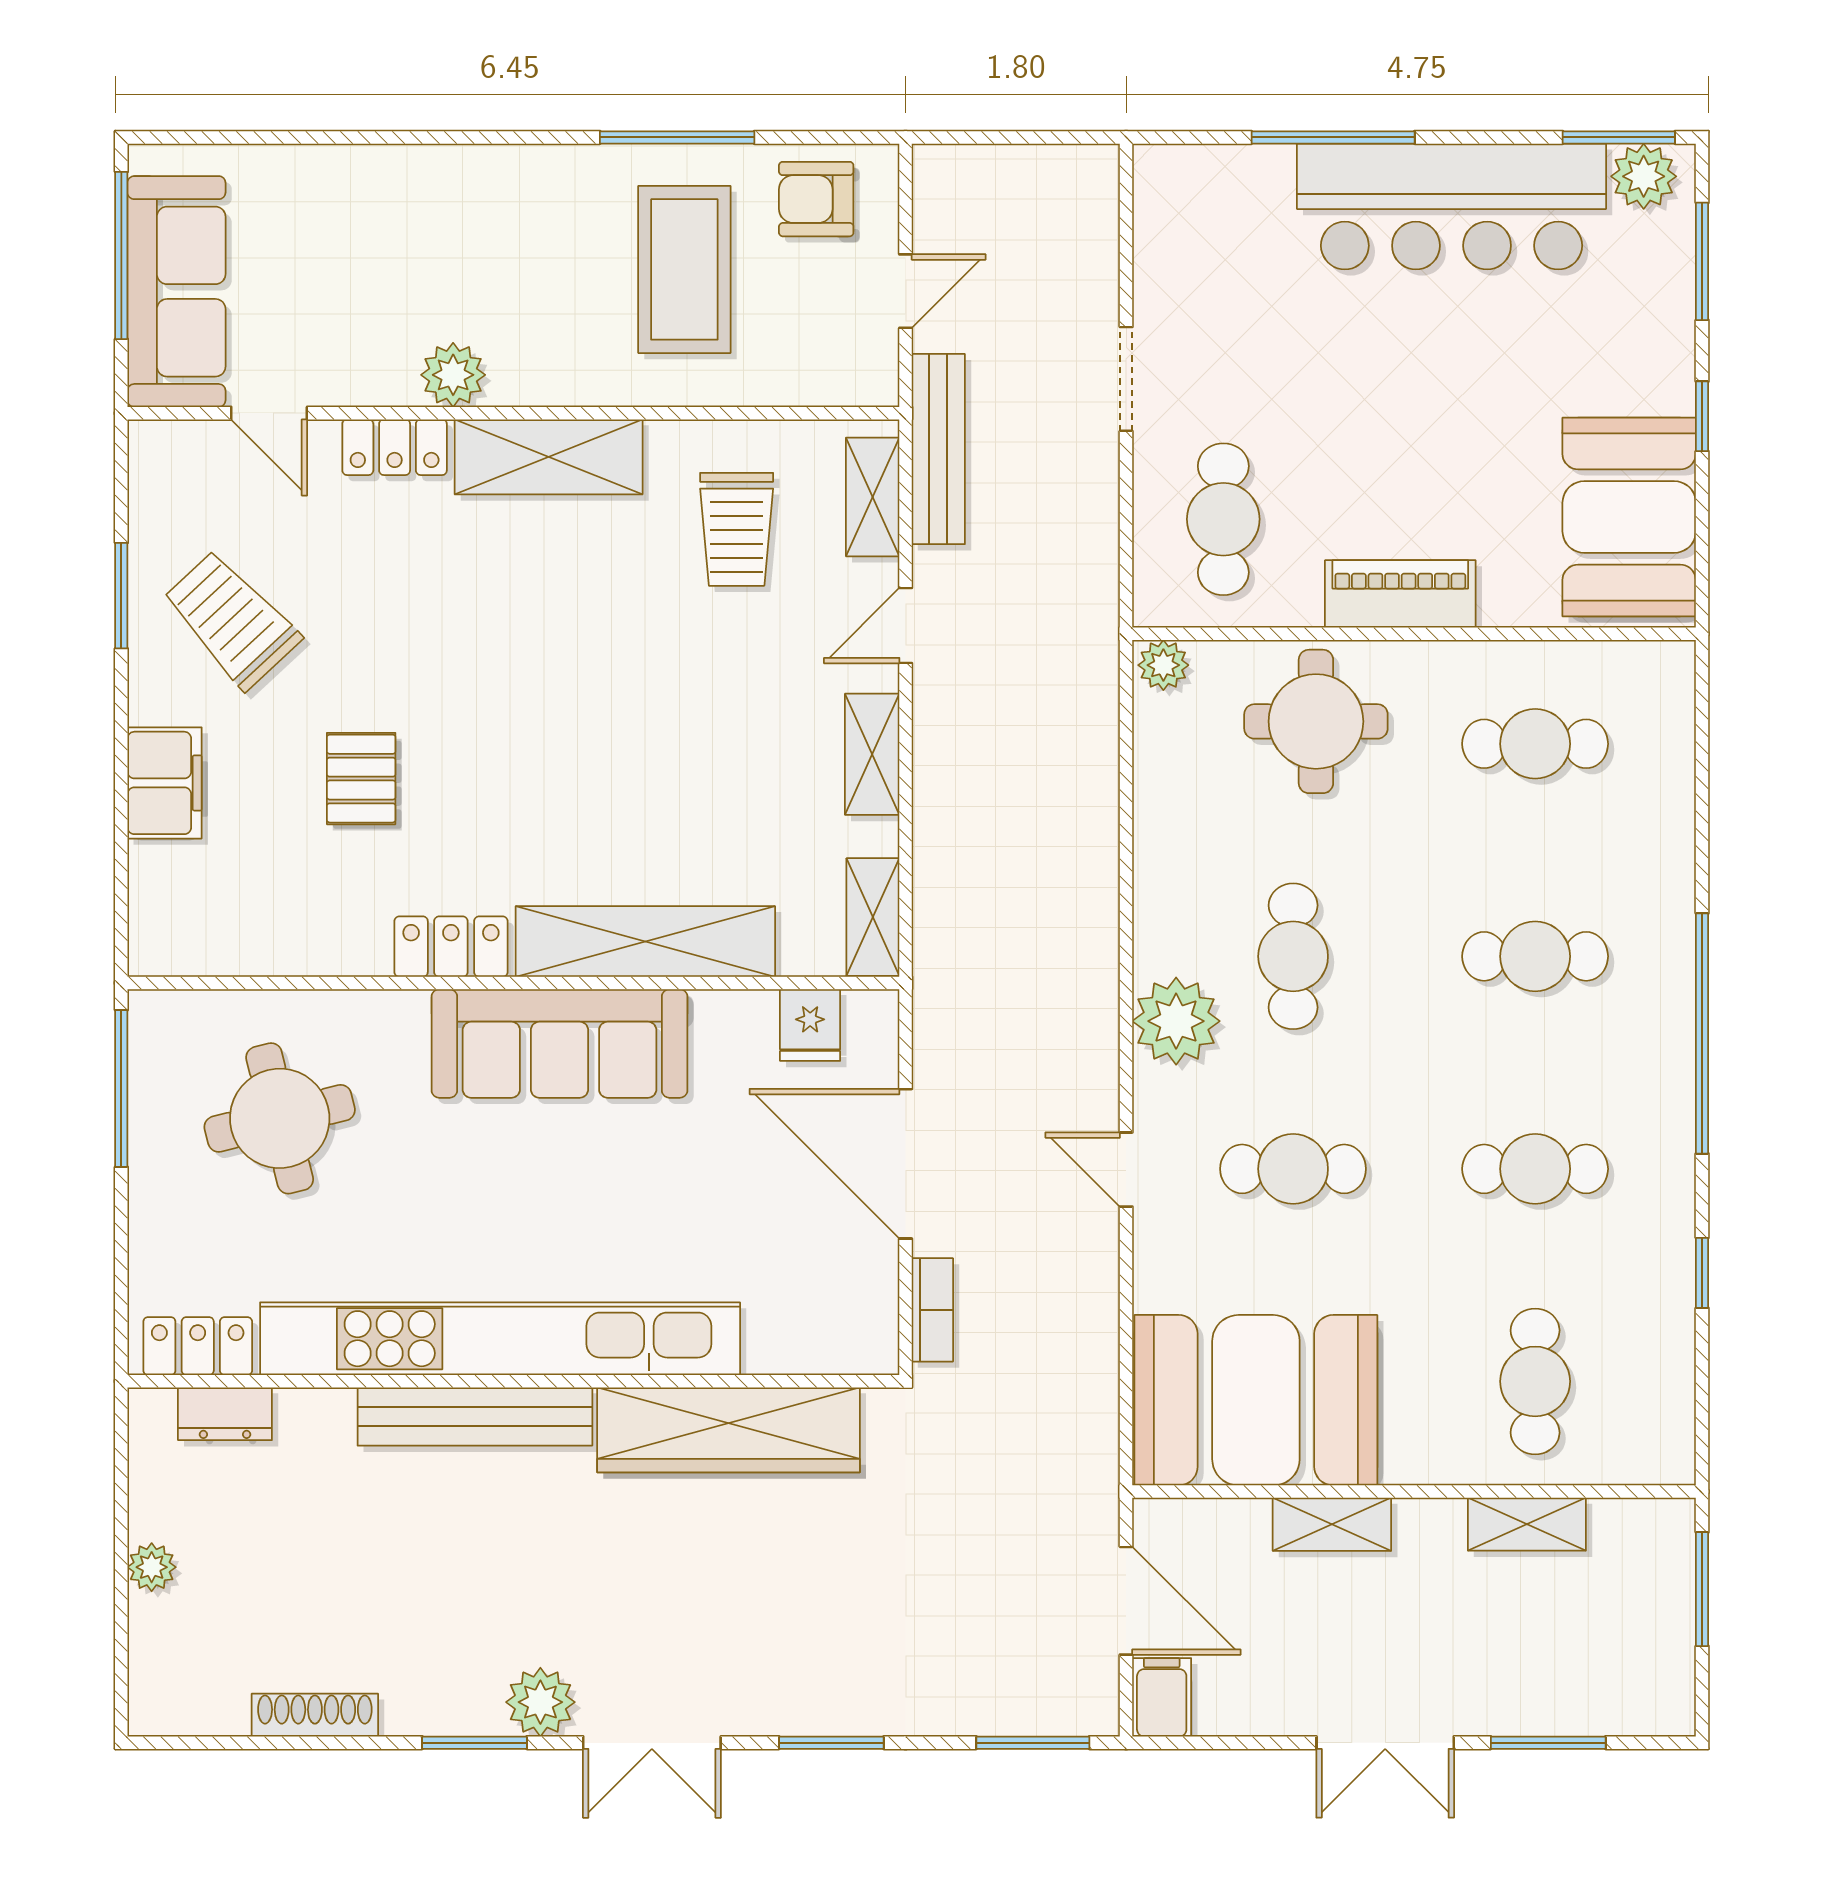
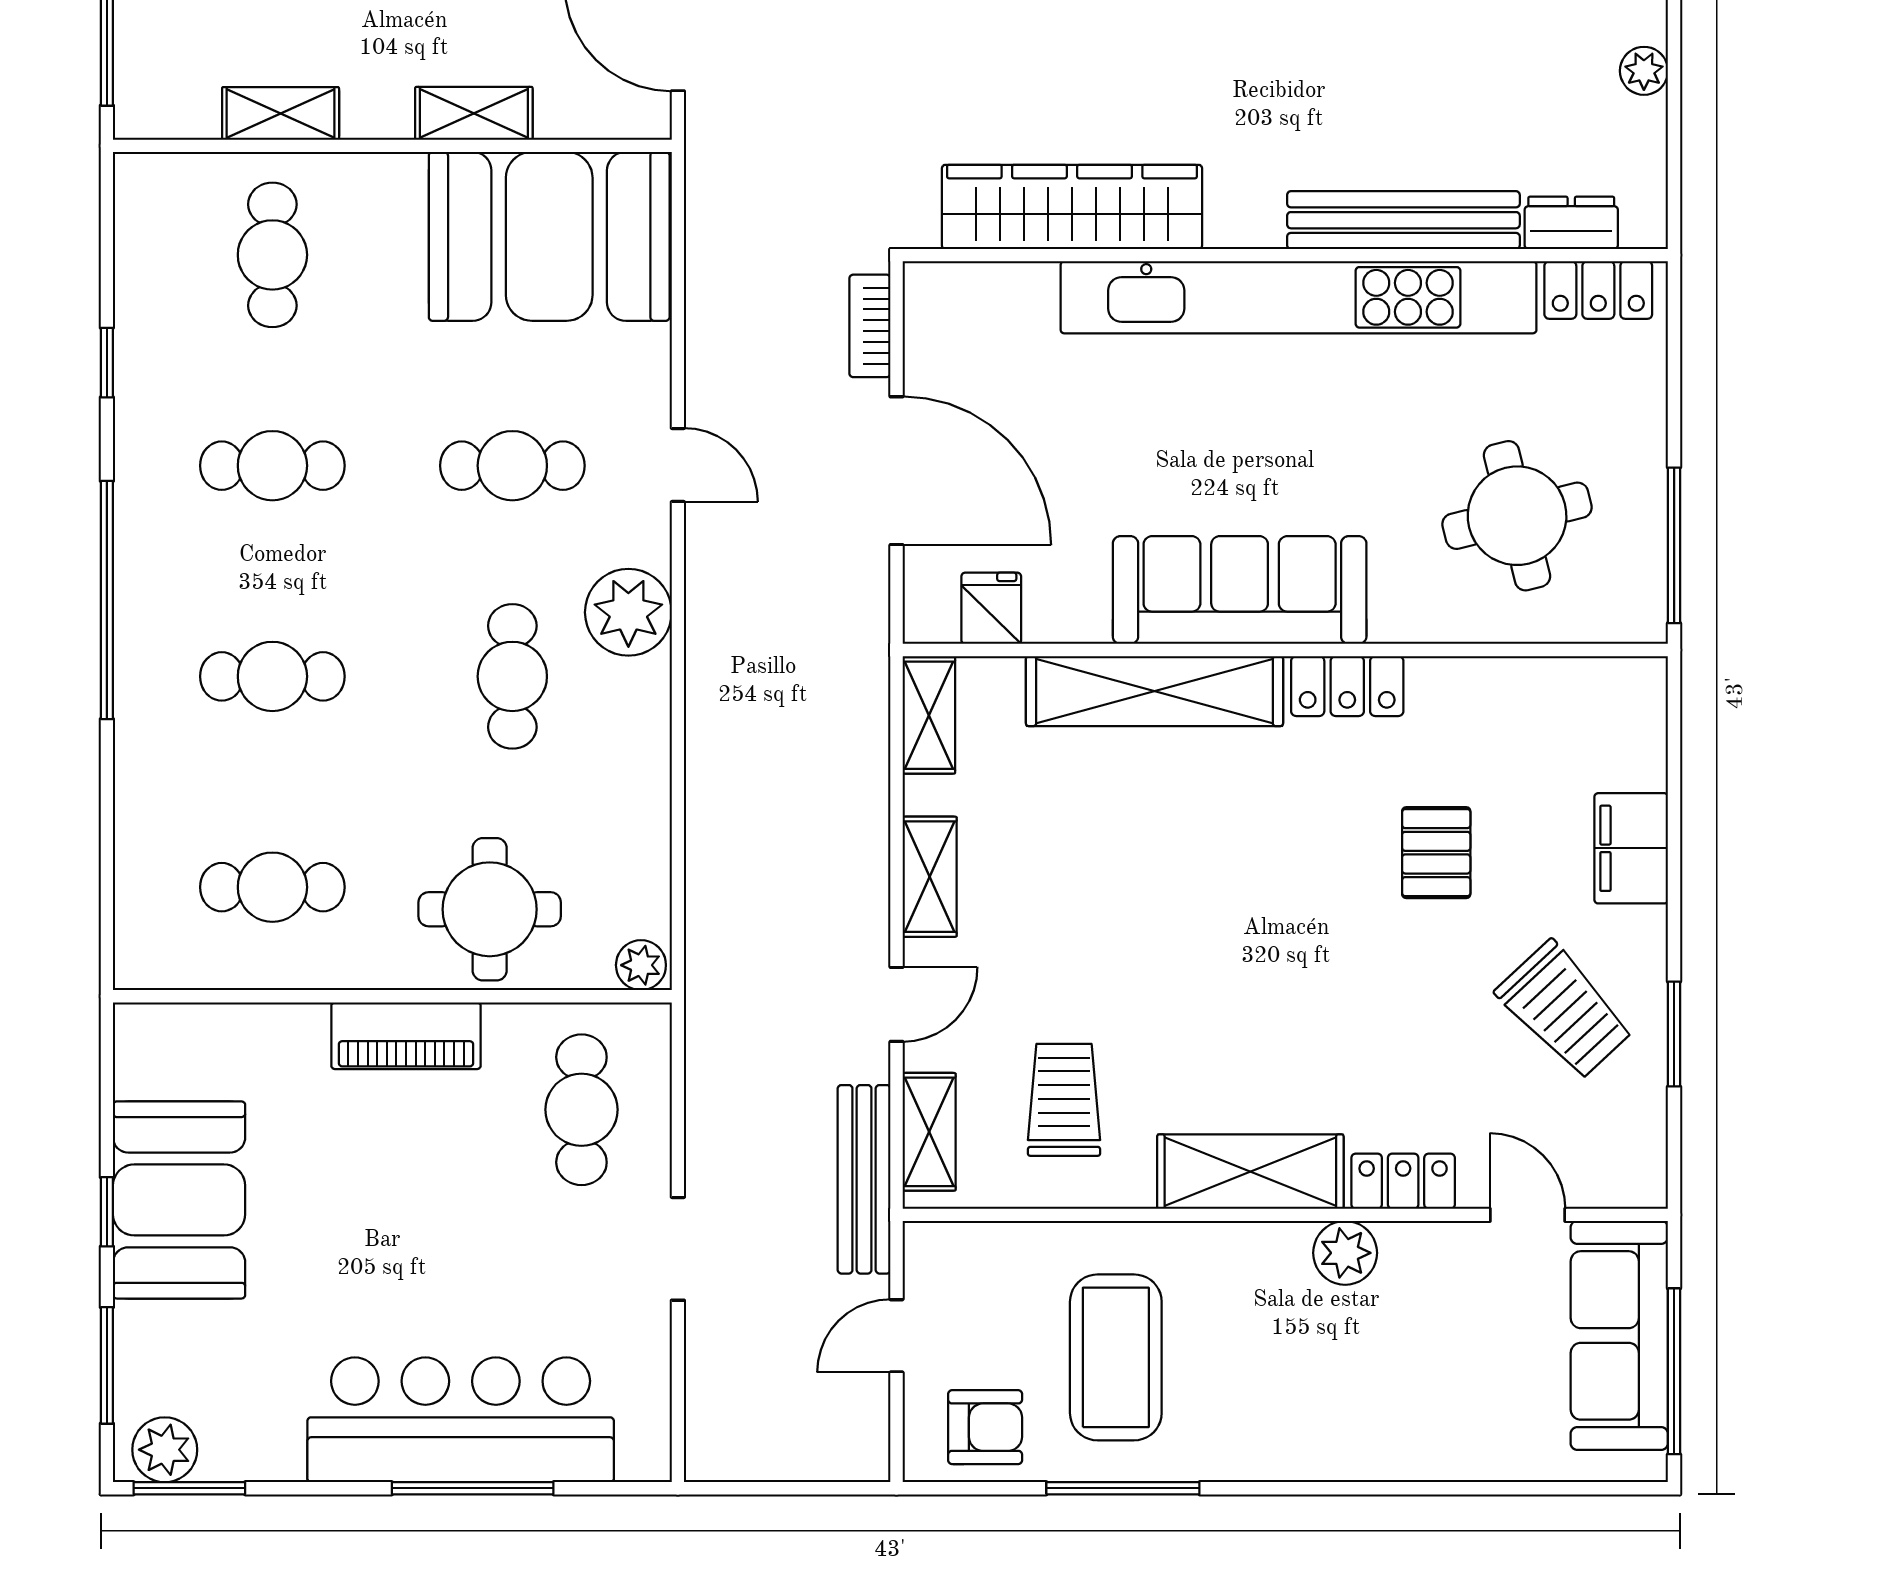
bar counter: (1451, 207) -> (461, 1420), moved
booth: (1629, 517) -> (179, 1200), moved
bench: (475, 1417) -> (1403, 220), moved

